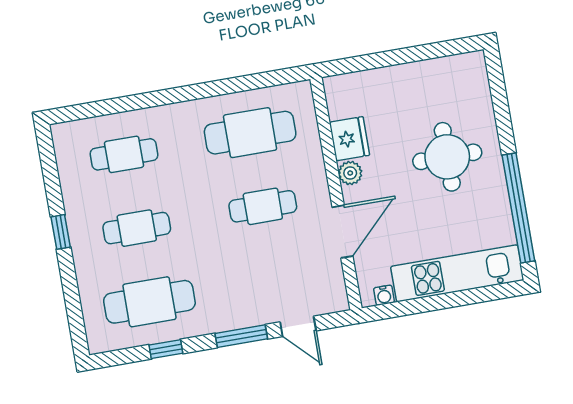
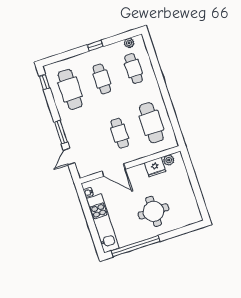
plant: (66, 156) -> (129, 43), added
plant: (350, 173) -> (169, 160), moved
window: (166, 349) -> (44, 82), moved

